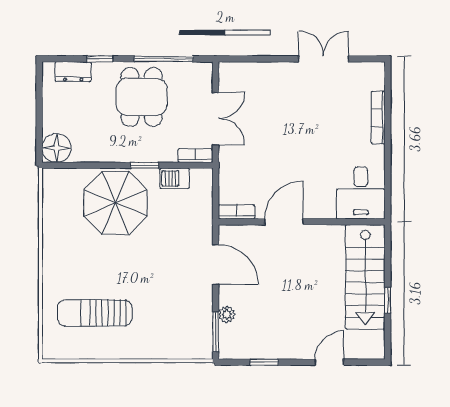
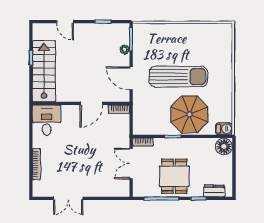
barbecue: (175, 178) -> (224, 129), moved
sun lounger: (95, 313) -> (178, 77), moved, width x1.36, depth x1.34
door: (329, 362) -> (65, 22), hinge flipped

